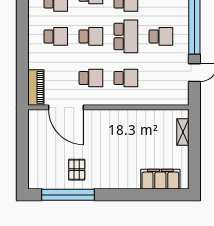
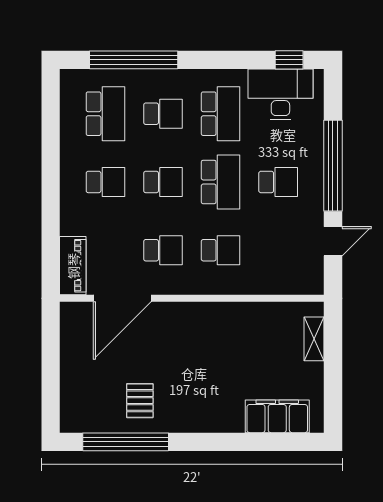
door: (66, 107) -> (122, 298), hinge flipped

